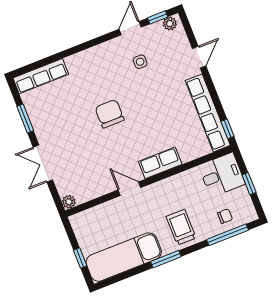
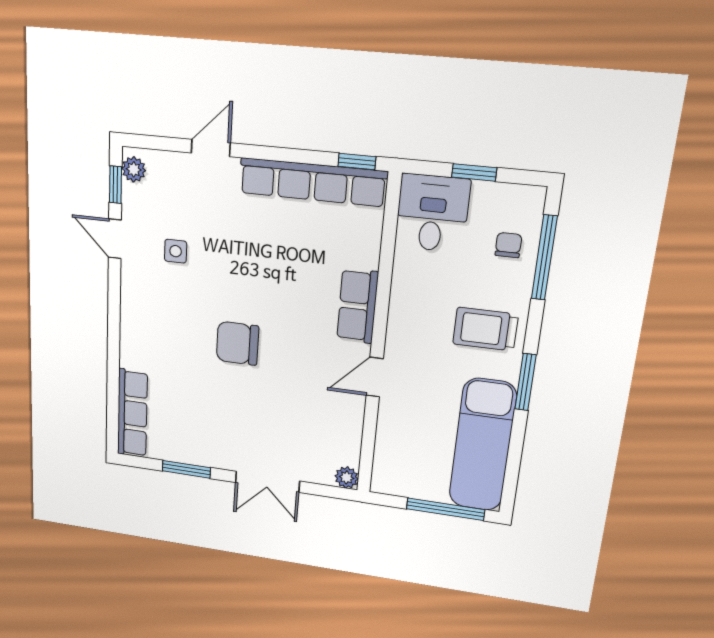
door: (199, 57) -> (211, 148), hinge flipped
window: (80, 258) -> (445, 509), width x2.17

